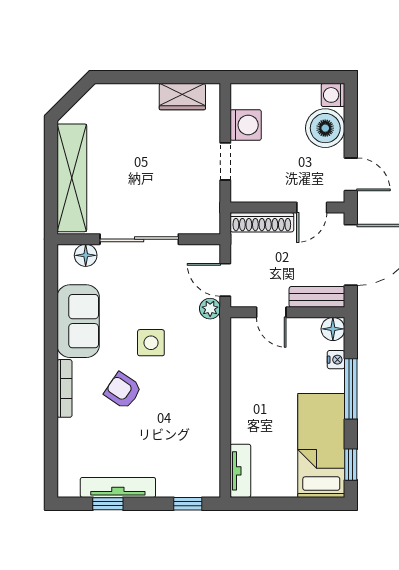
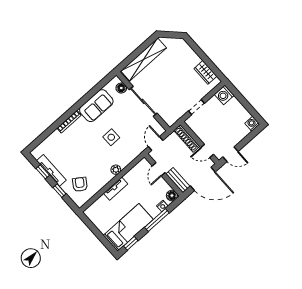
washing machine: (246, 125) -> (224, 95), moved, turned 90
boiler: (325, 128) -> (239, 131), removed
door: (351, 174) -> (230, 154), hinge flipped
plant: (210, 309) -> (116, 170), moved
armchair: (123, 391) -> (80, 184), moved
tv unit: (240, 471) -> (116, 189), moved
window: (188, 504) -> (60, 191), moved

